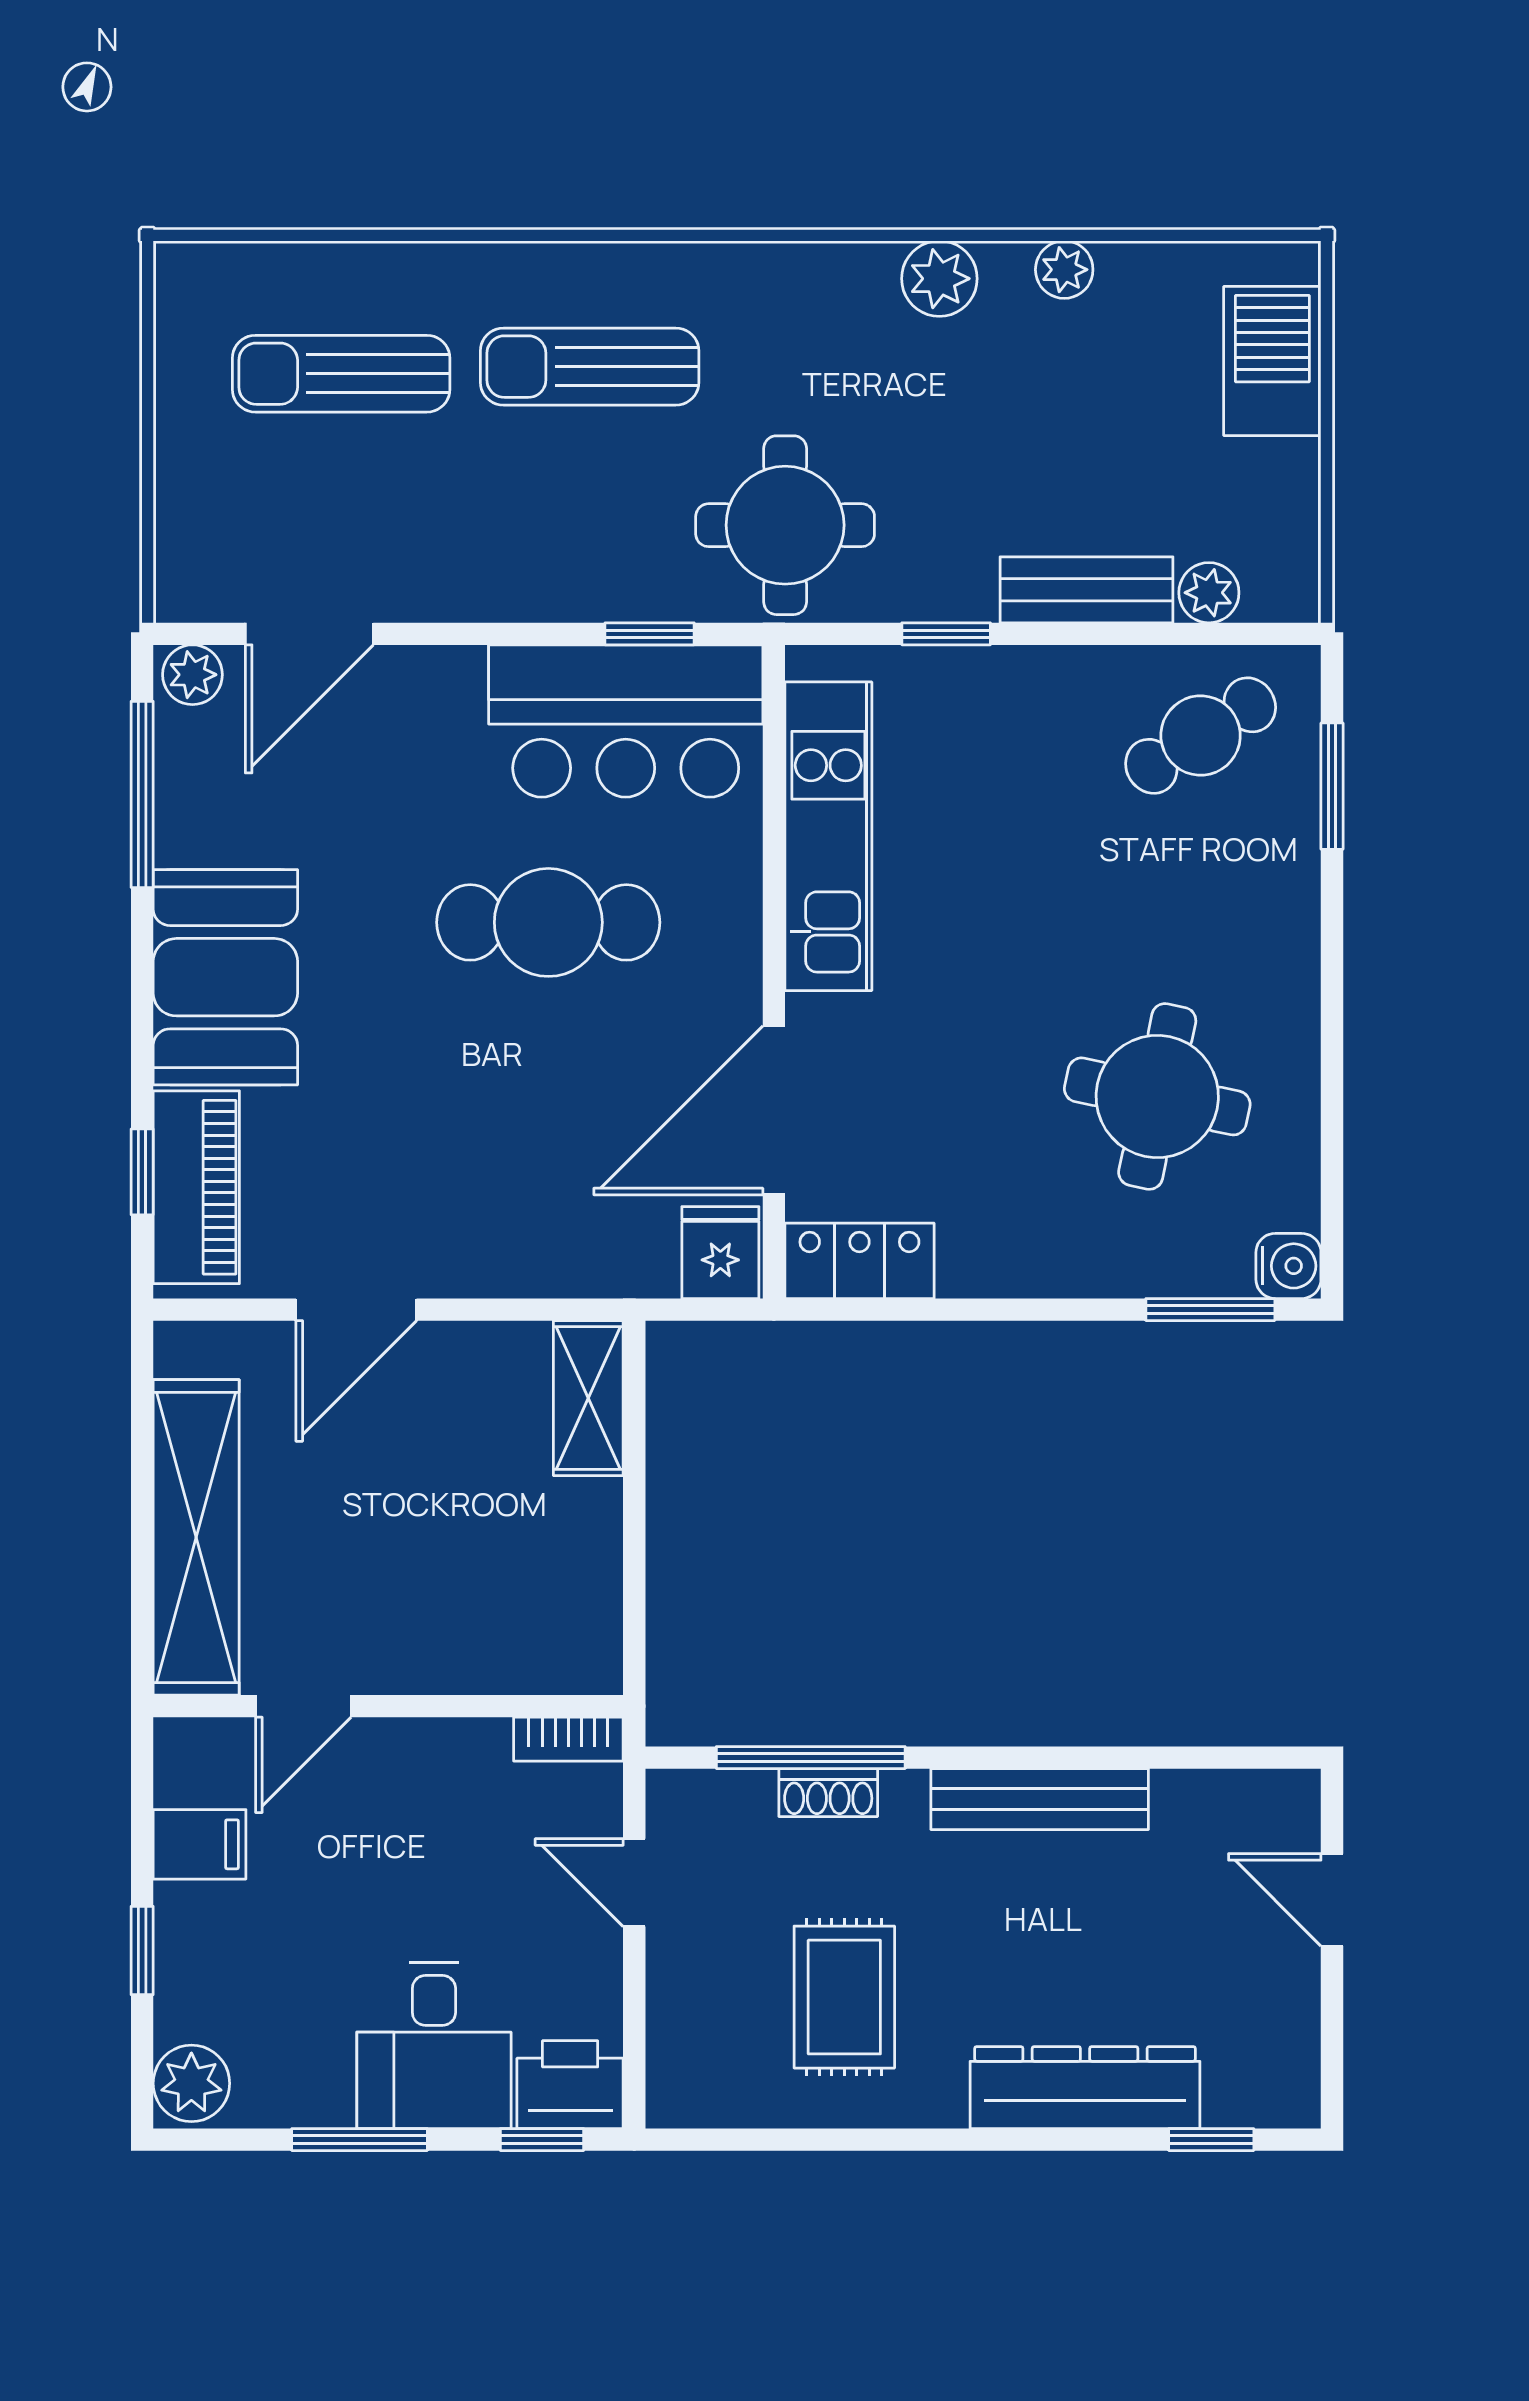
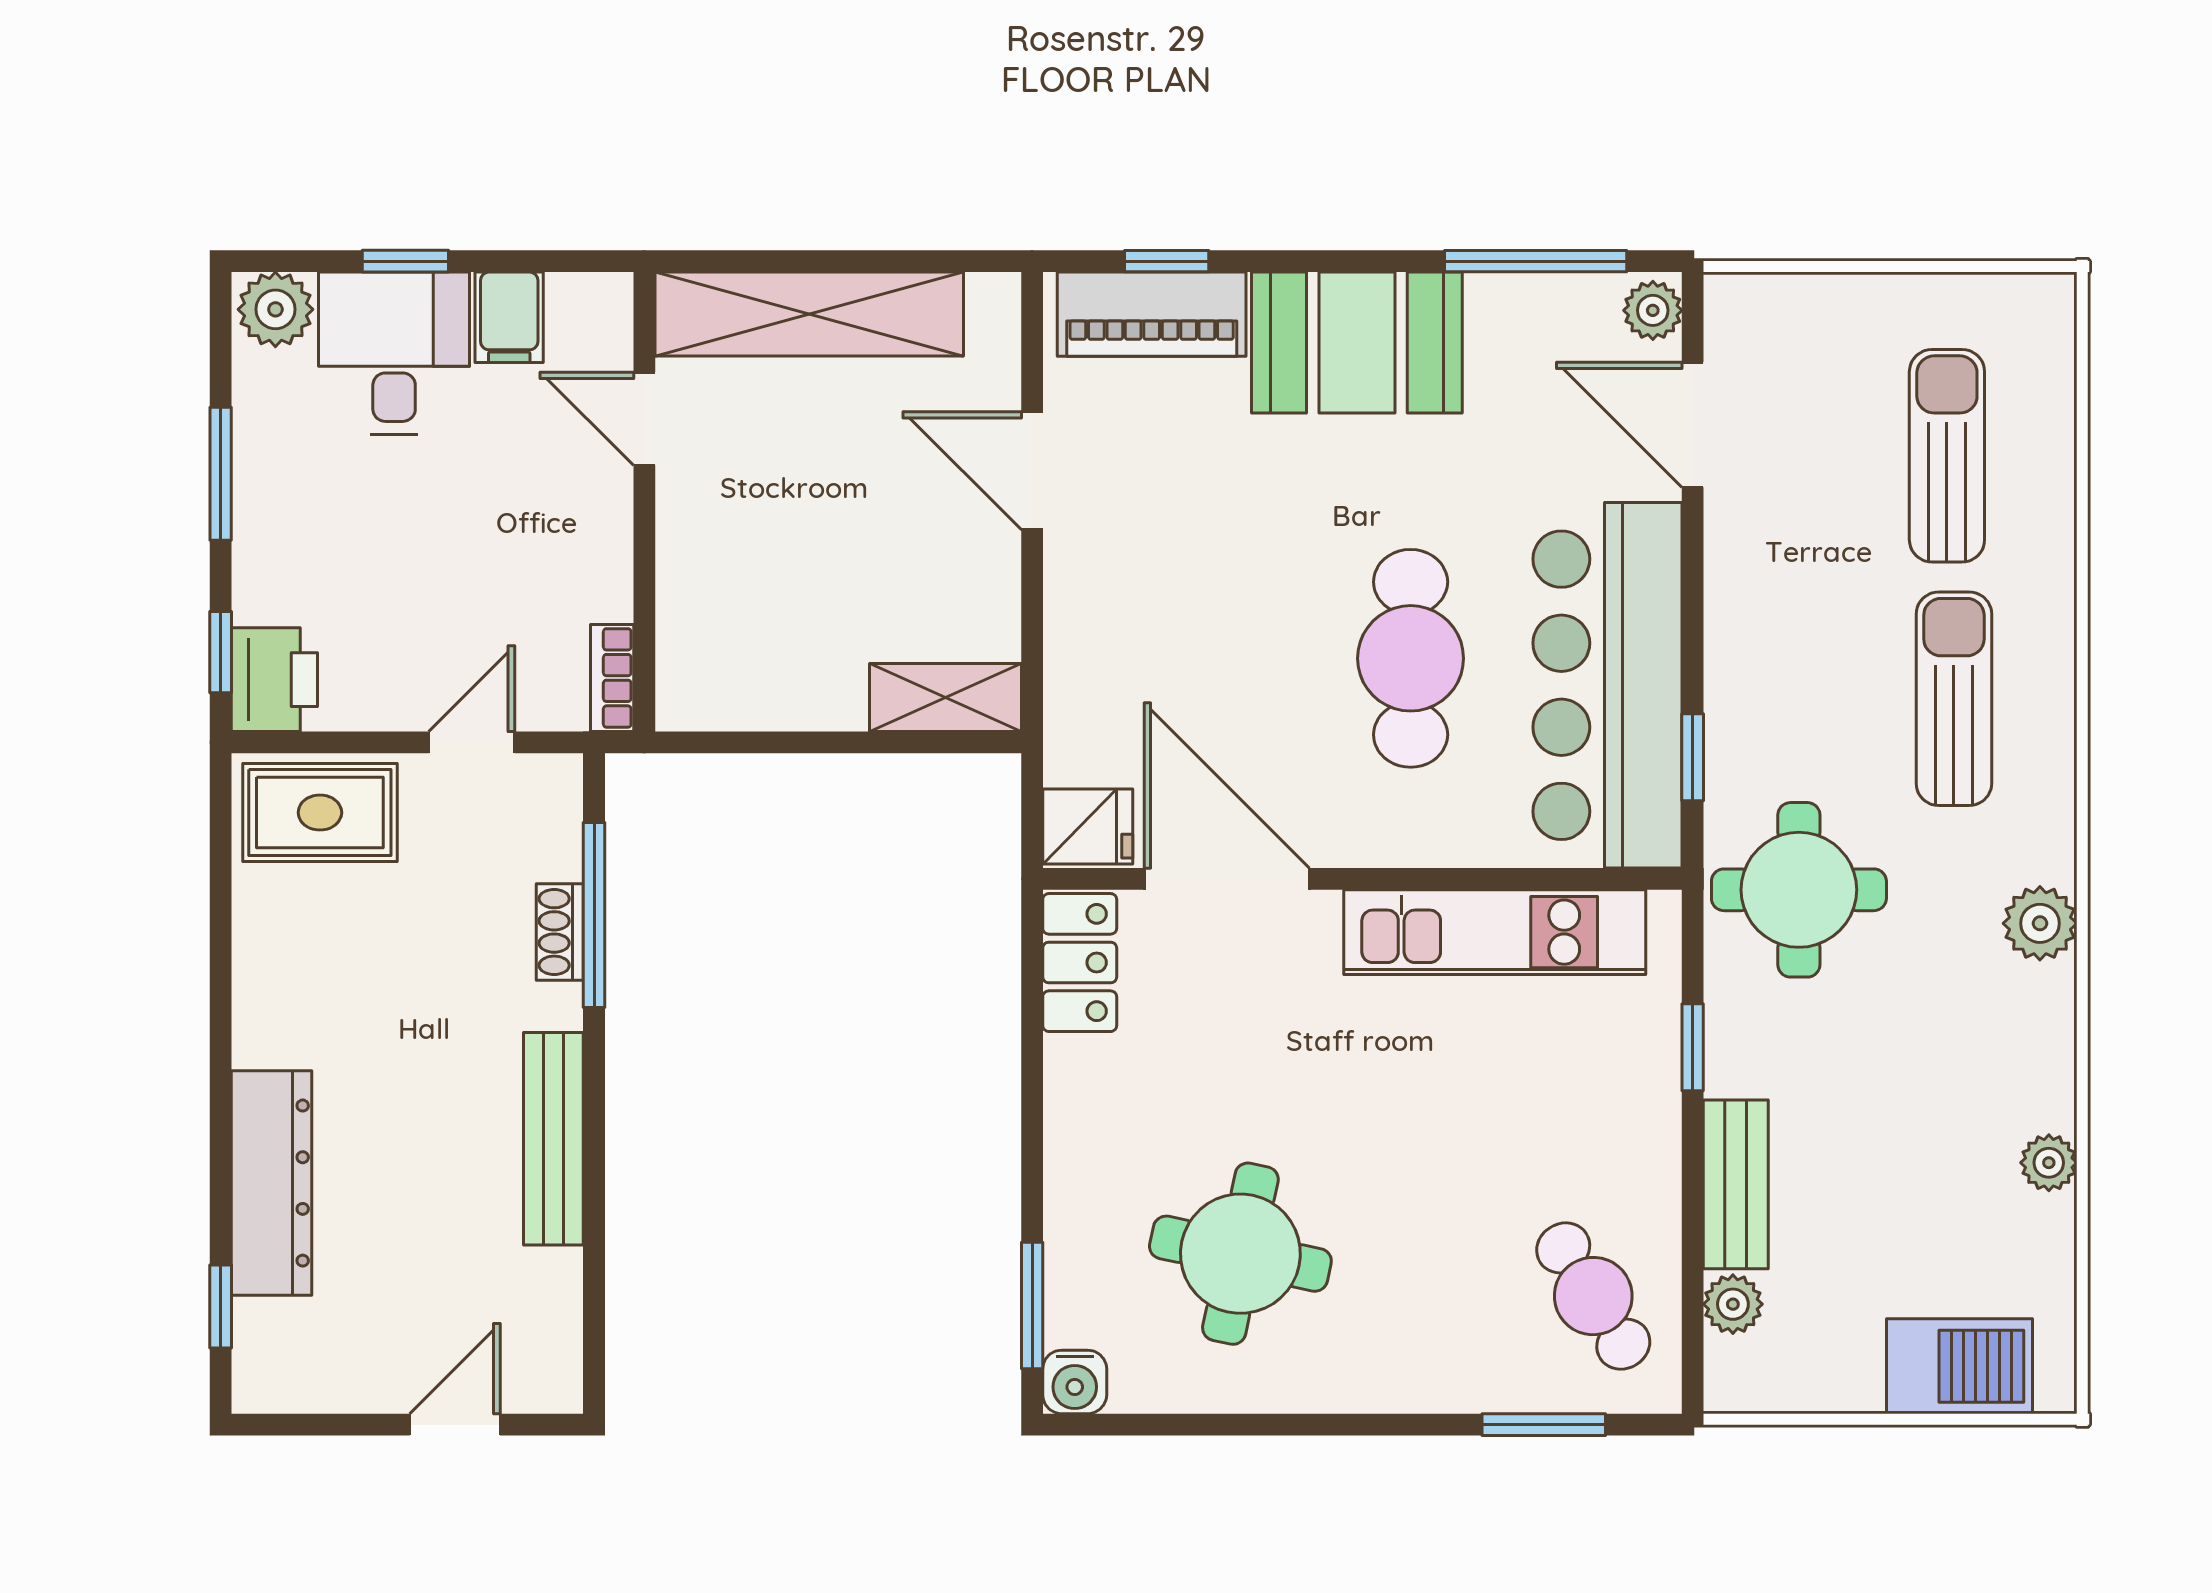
plant: (939, 279) -> (2040, 923), moved
bar counter: (626, 721) -> (1607, 685), width x1.36
rug: (844, 1997) -> (320, 813), moved
desk: (434, 2045) -> (394, 353), moved, turned 90

